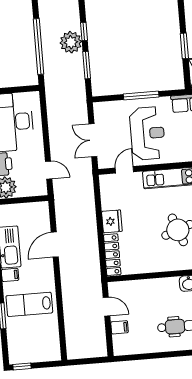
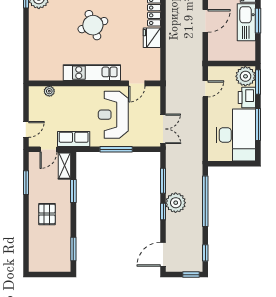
double door: (93, 140) -> (163, 129), moved
door: (49, 170) -> (205, 89), swing flipped

